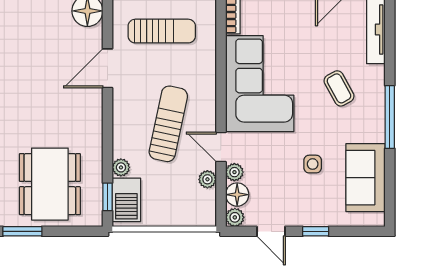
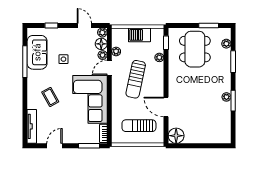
door: (108, 68) -> (166, 107), swing flipped
window: (390, 117) -> (25, 62), moved
door: (221, 147) -> (109, 68), swing flipped
barbecue: (126, 200) -> (139, 35), moved, turned -90
window: (316, 231) -> (51, 25), moved

